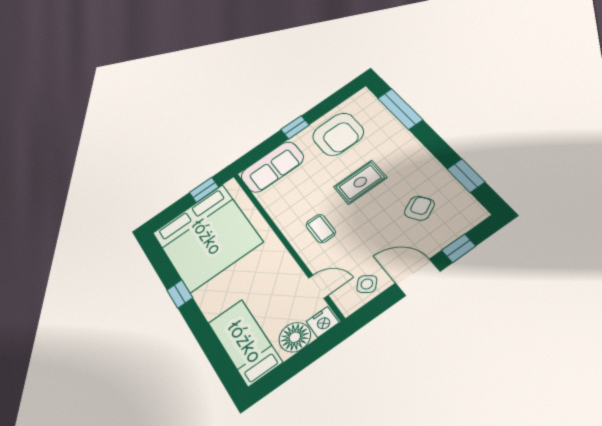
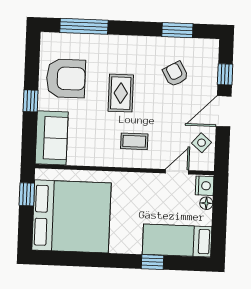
window: (180, 294) -> (153, 262), moved
floor lamp: (295, 337) -> (206, 203), width x0.53, depth x0.53

